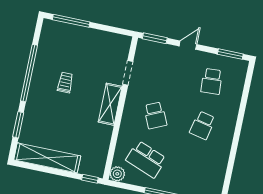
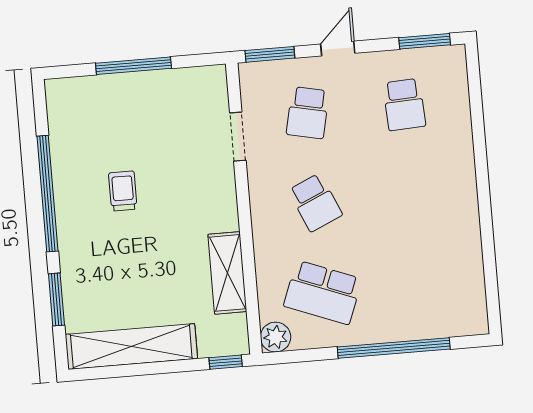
window: (71, 21) -> (133, 66), moved
shelving: (110, 104) -> (227, 273), moved
school desk: (202, 125) -> (308, 113), moved

